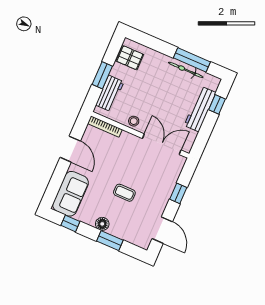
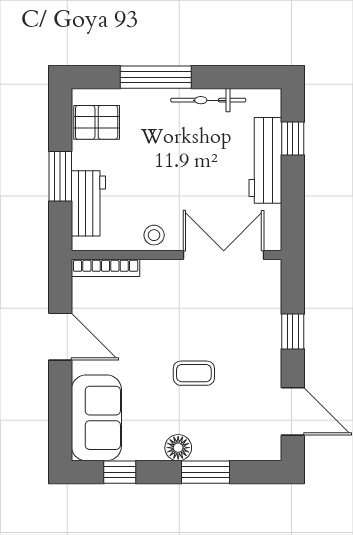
window: (192, 60) -> (156, 77), moved

